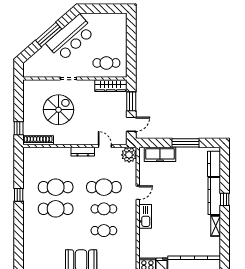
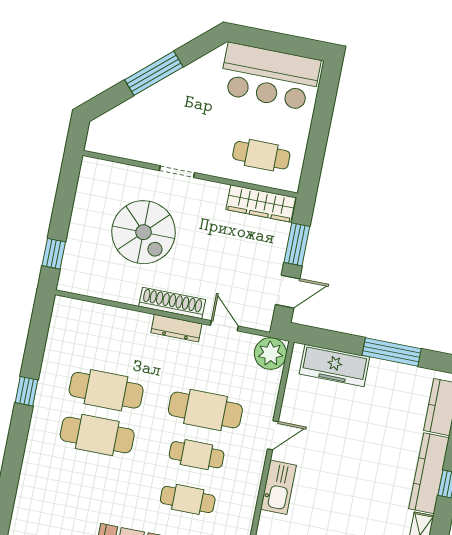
bar counter: (71, 38) -> (270, 77), moved, turned 41
spiral stairs: (59, 110) -> (144, 232), turned 90
shoe rack: (38, 140) -> (172, 303), moved

